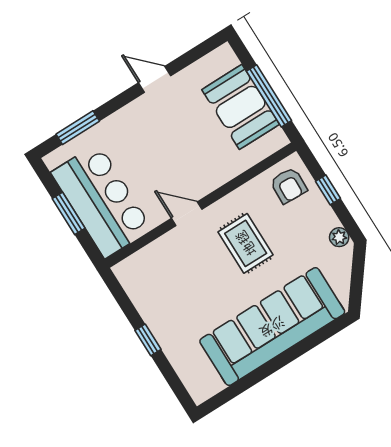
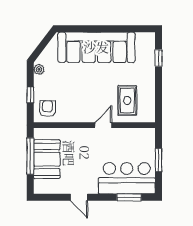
bar counter: (102, 201) -> (127, 178), moved, turned 90
door: (187, 214) -> (103, 125), swing flipped
rug: (246, 243) -> (127, 100), moved
window: (148, 340) -> (158, 58), moved

